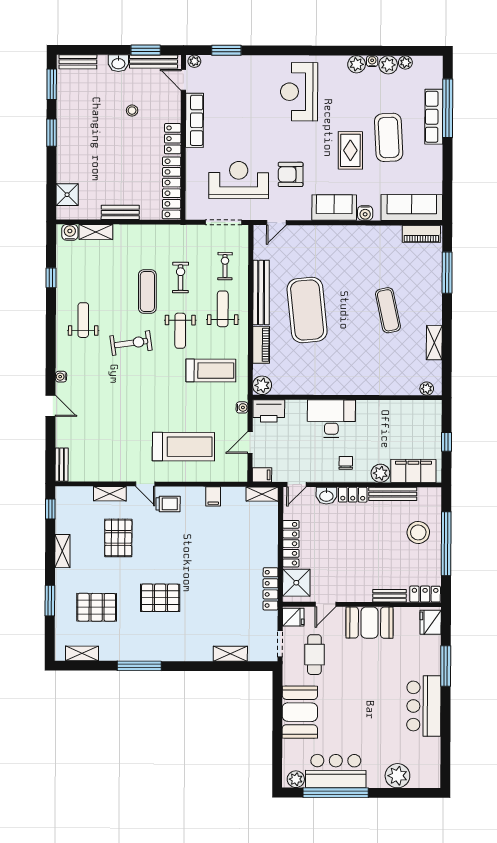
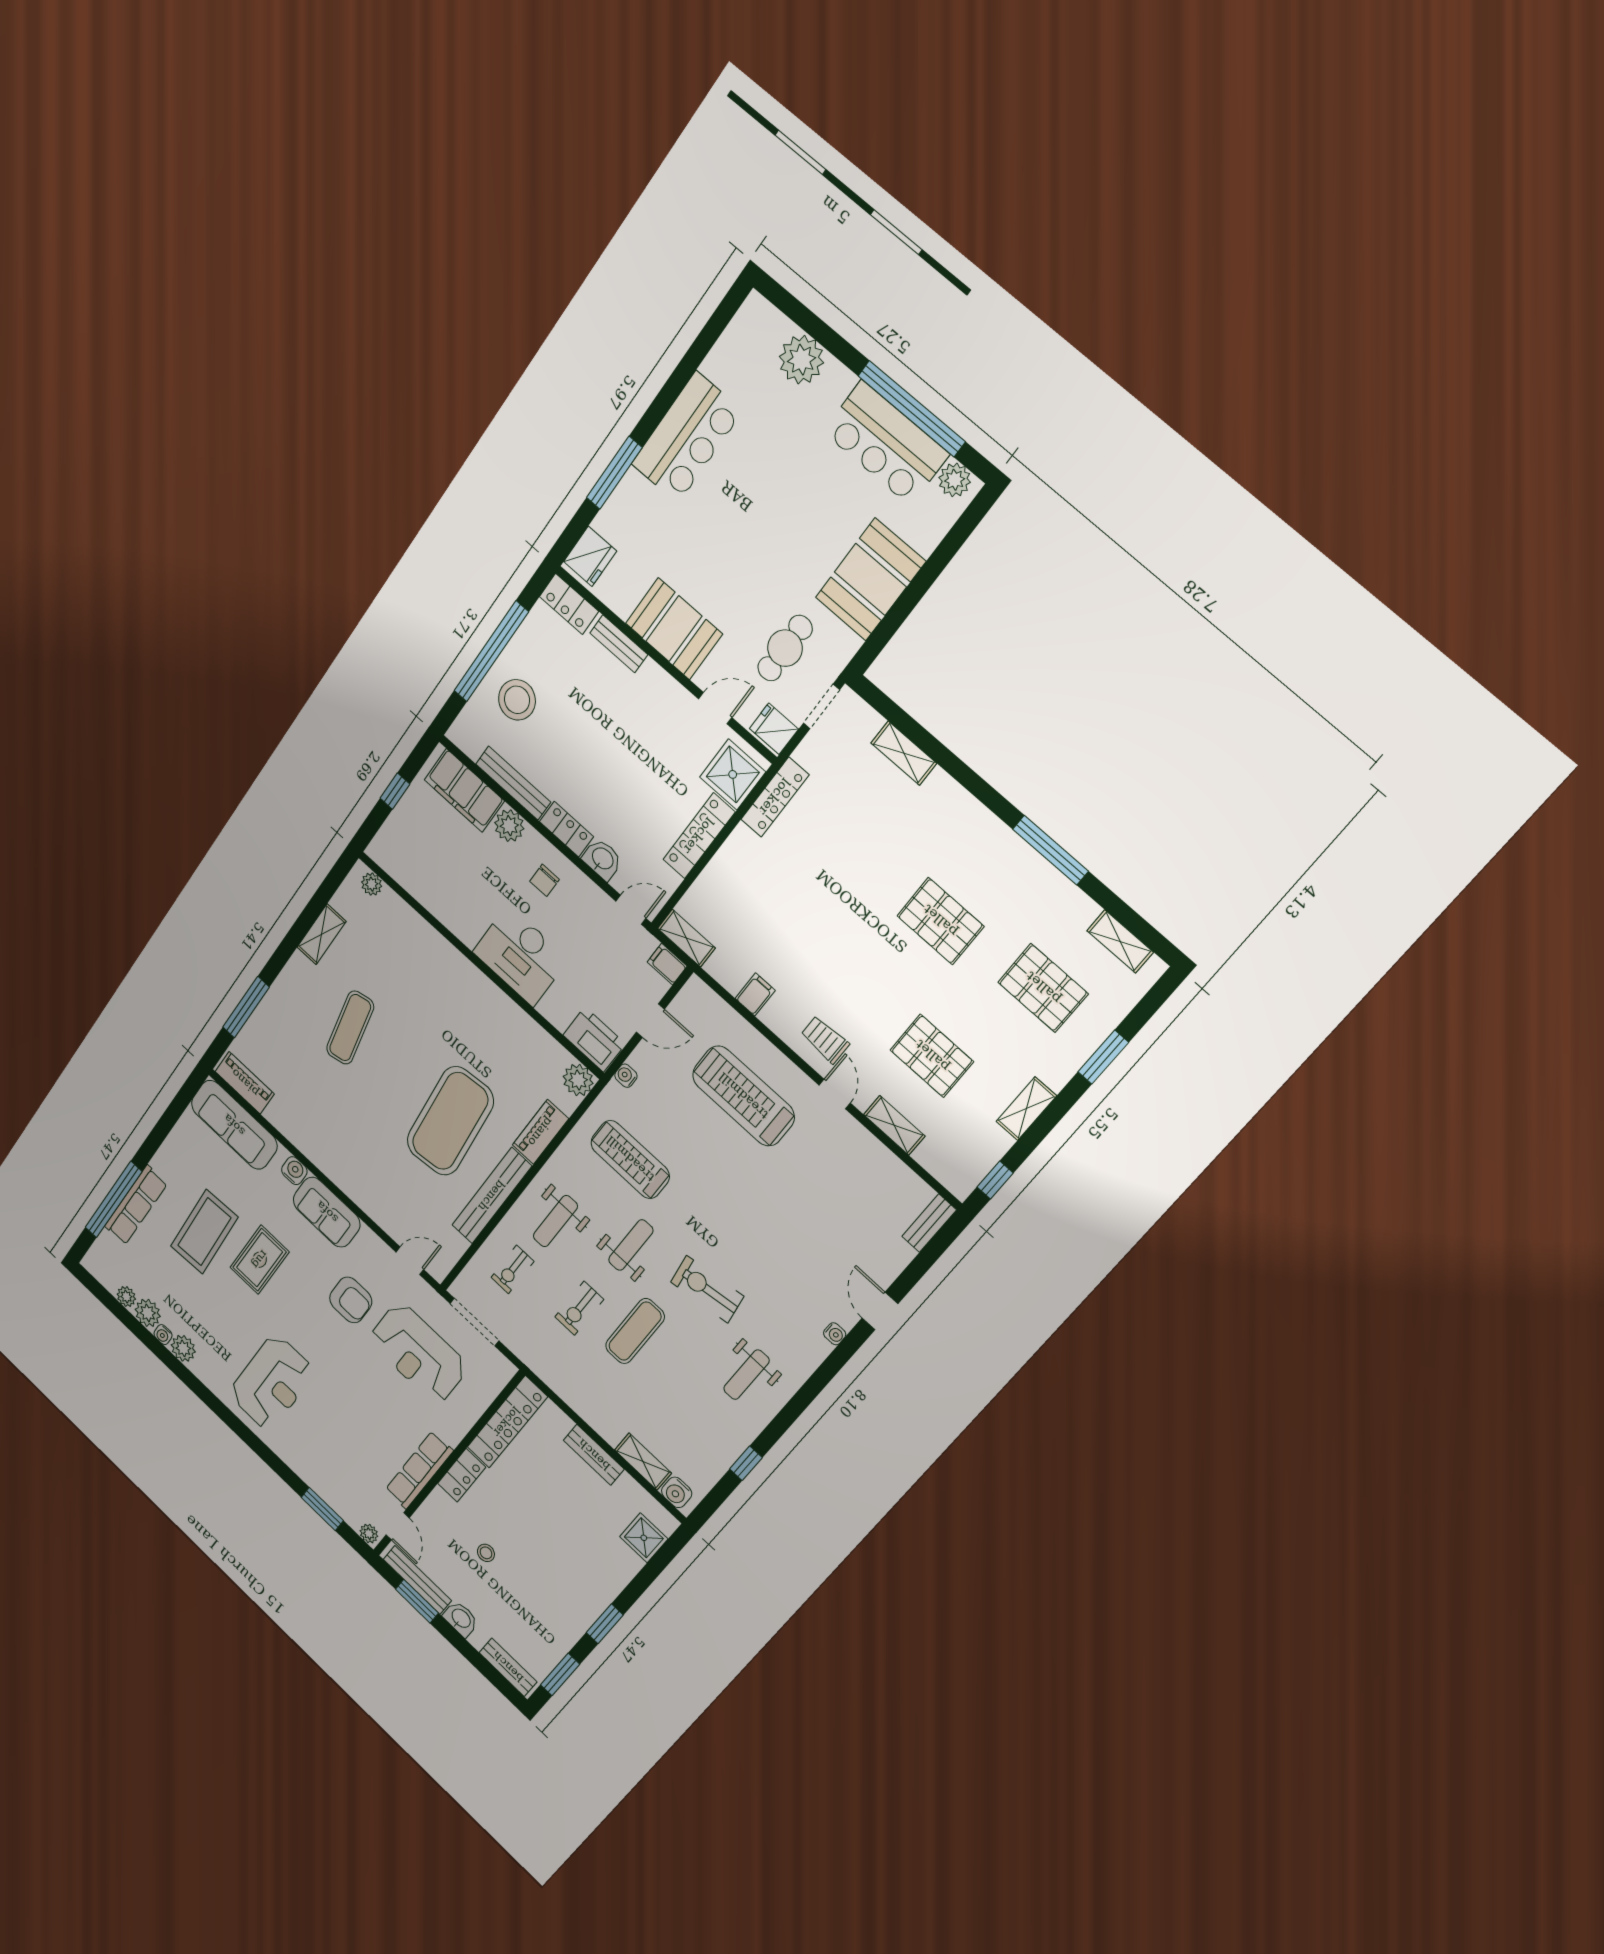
pallet: (118, 538) -> (932, 1056), turned 90

